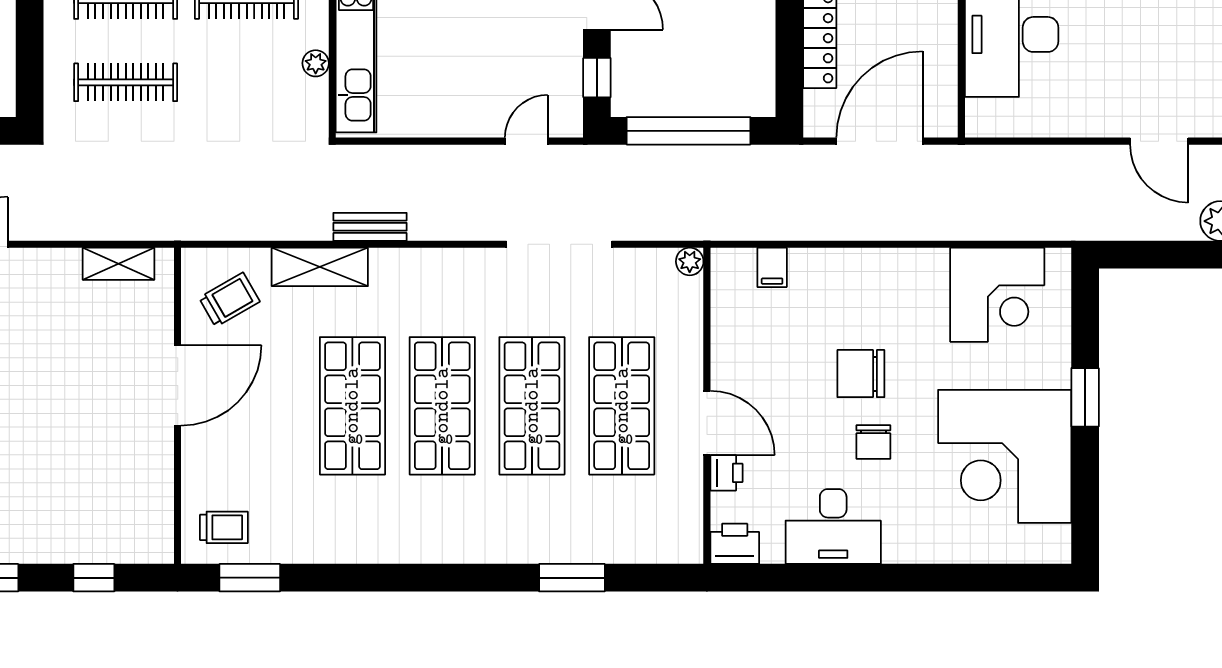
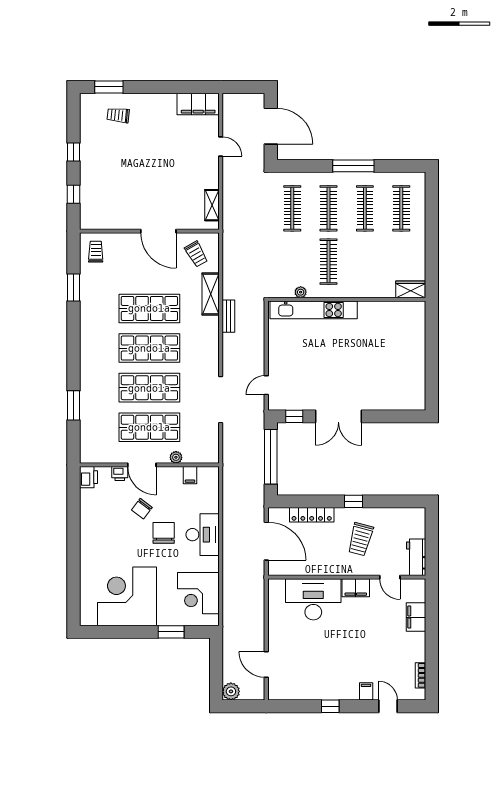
door: (526, 141) -> (266, 385), swing flipped
door: (1159, 141) -> (266, 665), hinge flipped
plant: (690, 261) -> (176, 457), moved
filing cabinet: (772, 267) -> (190, 475), moved, turned -90
window: (1085, 397) -> (171, 632), moved
door: (707, 423) -> (142, 465), hinge flipped
chair: (873, 442) -> (142, 509), moved, turned -53
trolley: (224, 527) -> (96, 252), turned 180
desk: (833, 527) -> (203, 535), moved, turned 180
window: (250, 578) -> (73, 287), moved

